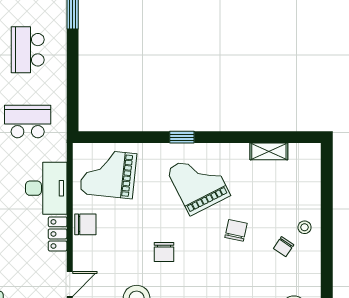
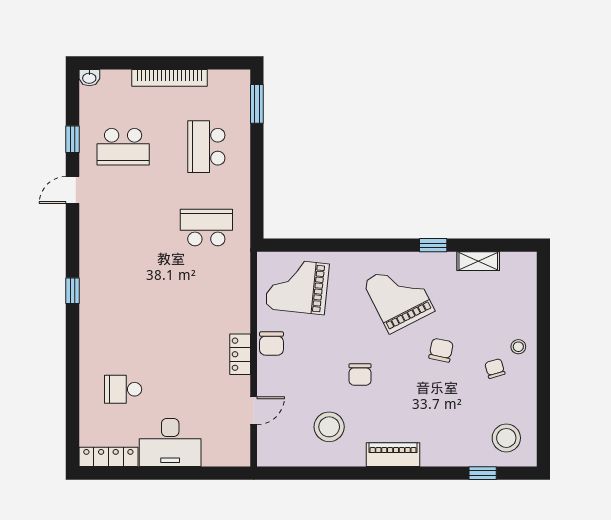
window: (182, 137) -> (433, 245), moved
desk: (46, 188) -> (227, 303), removed
chair: (85, 224) -> (271, 343), turned 90
chair: (284, 247) -> (495, 368), turned 130

